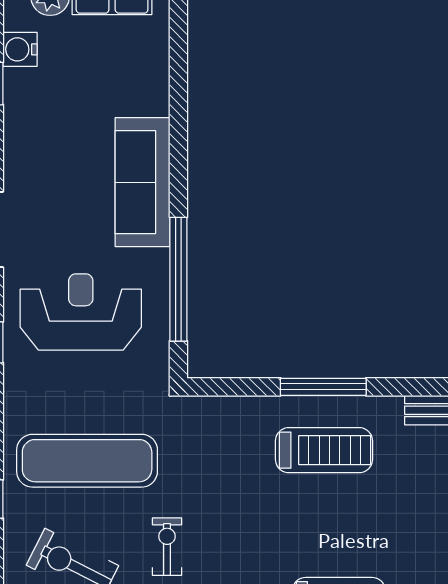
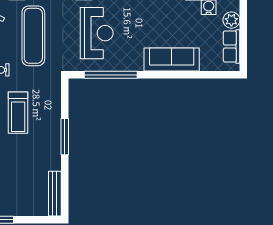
sofa: (142, 182) -> (172, 59), moved
treadmill: (324, 450) -> (18, 113), moved

